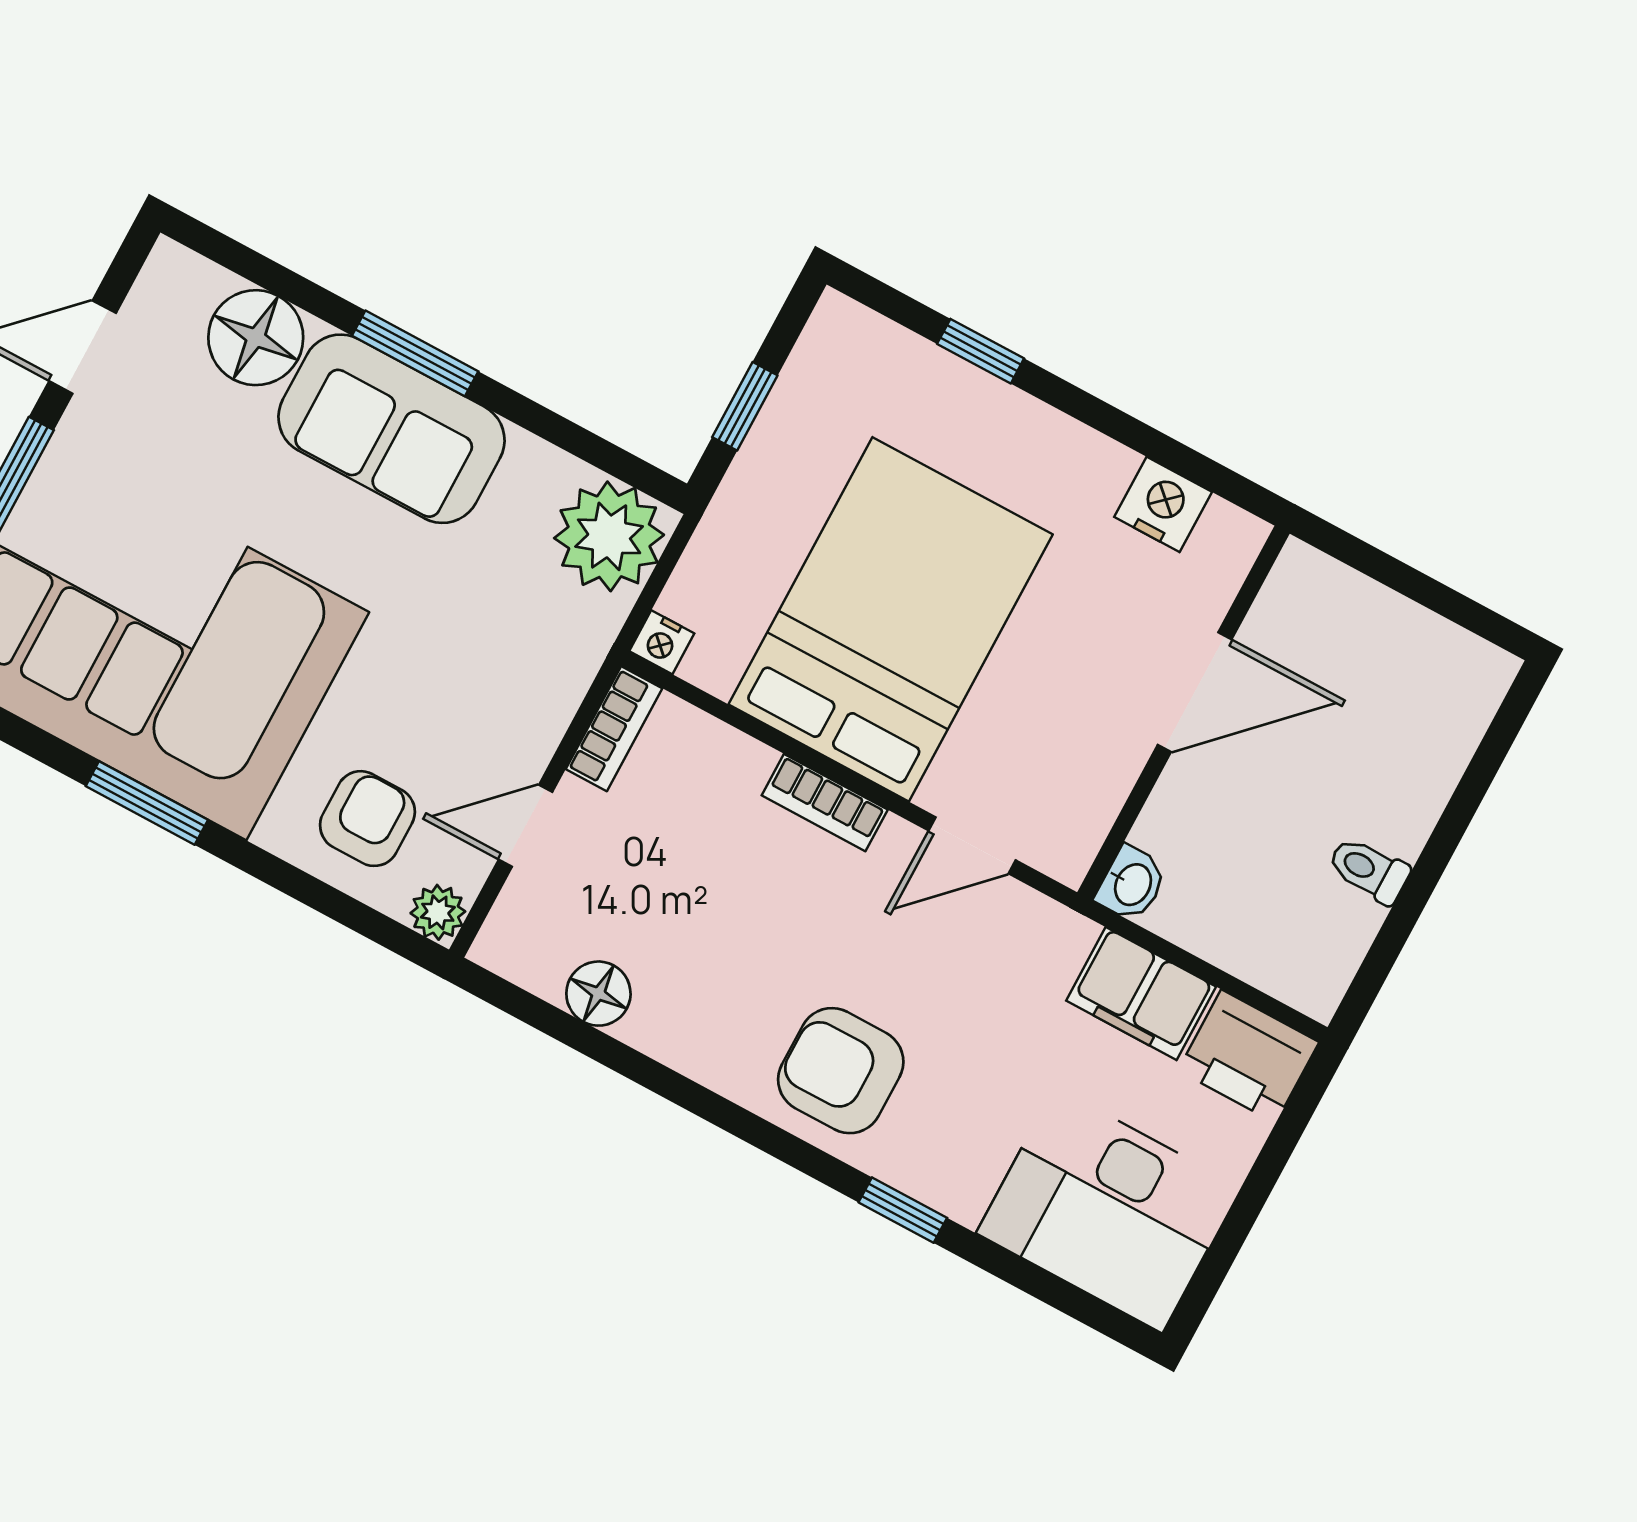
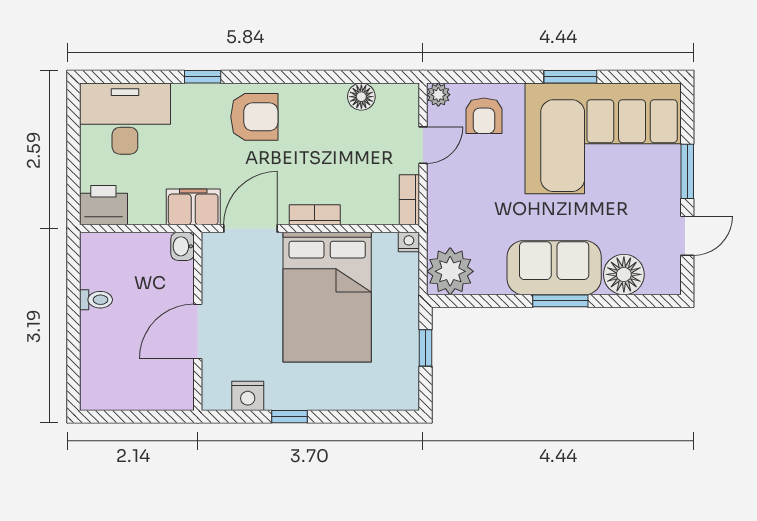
window: (981, 351) -> (289, 417), moved
door: (972, 845) -> (250, 228), width x1.38
filing cabinet: (1141, 994) -> (193, 207), moved

